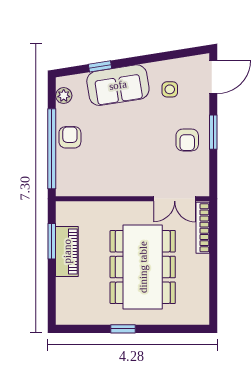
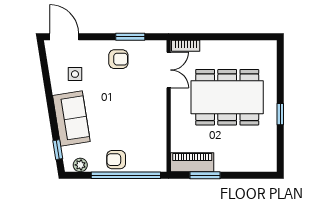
window: (100, 66) -> (58, 150), moved
window: (213, 132) -> (130, 37), moved
bookcase: (203, 228) -> (186, 46), width x0.64
piano: (67, 251) -> (192, 162), moved

